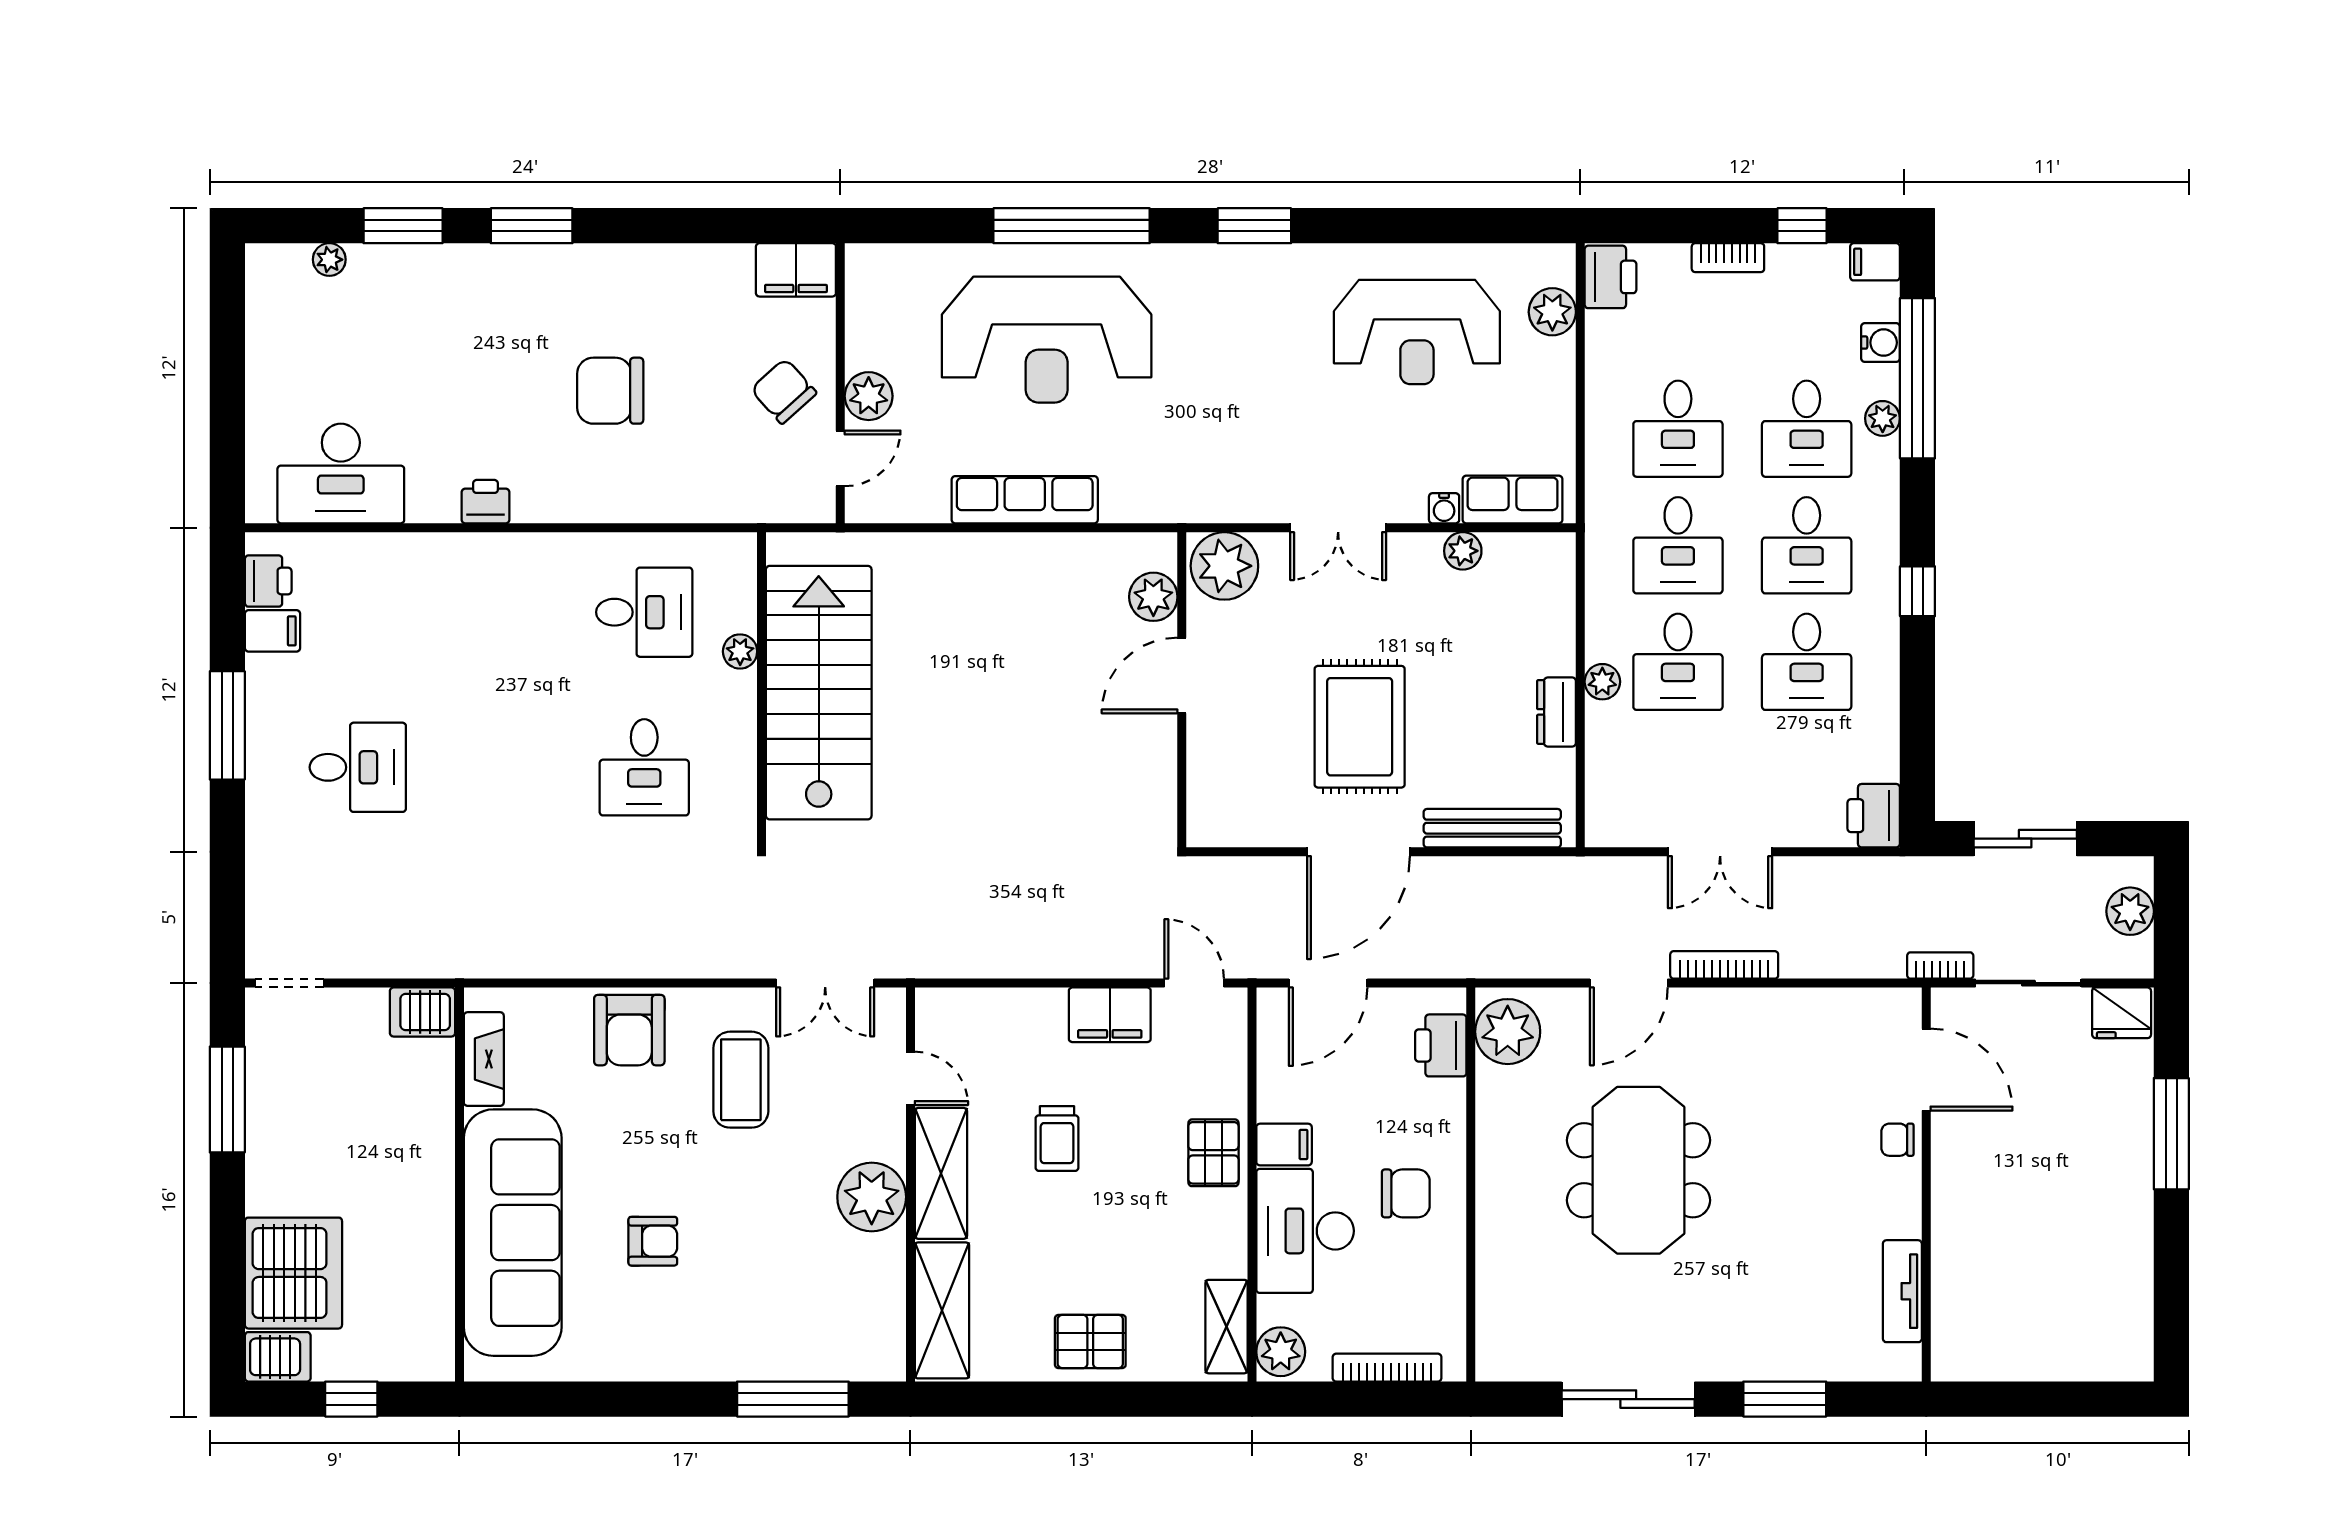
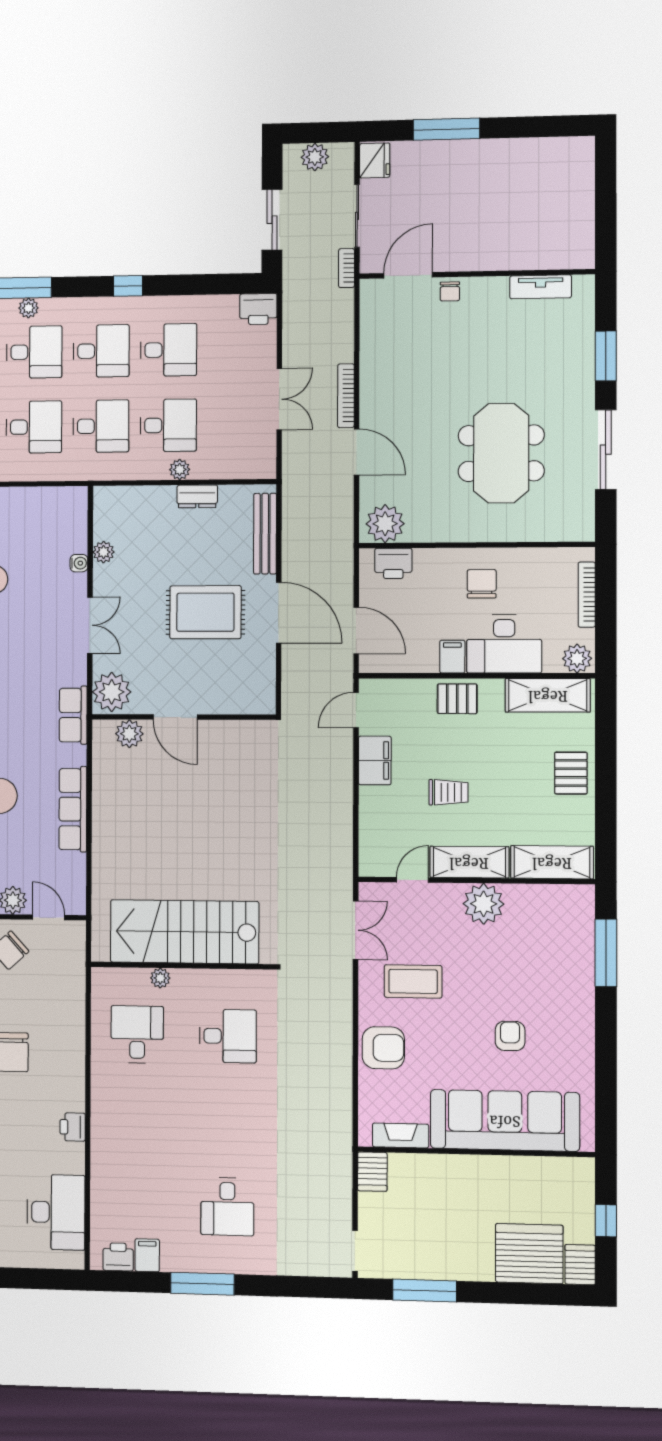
row of seats: (1513, 500) -> (73, 715), moved
desk: (358, 767) -> (227, 1207), turned 180
meeting table: (1638, 1170) -> (501, 453), moved, turned 90
shelving: (1226, 1327) -> (548, 695), width x1.50, depth x1.33

